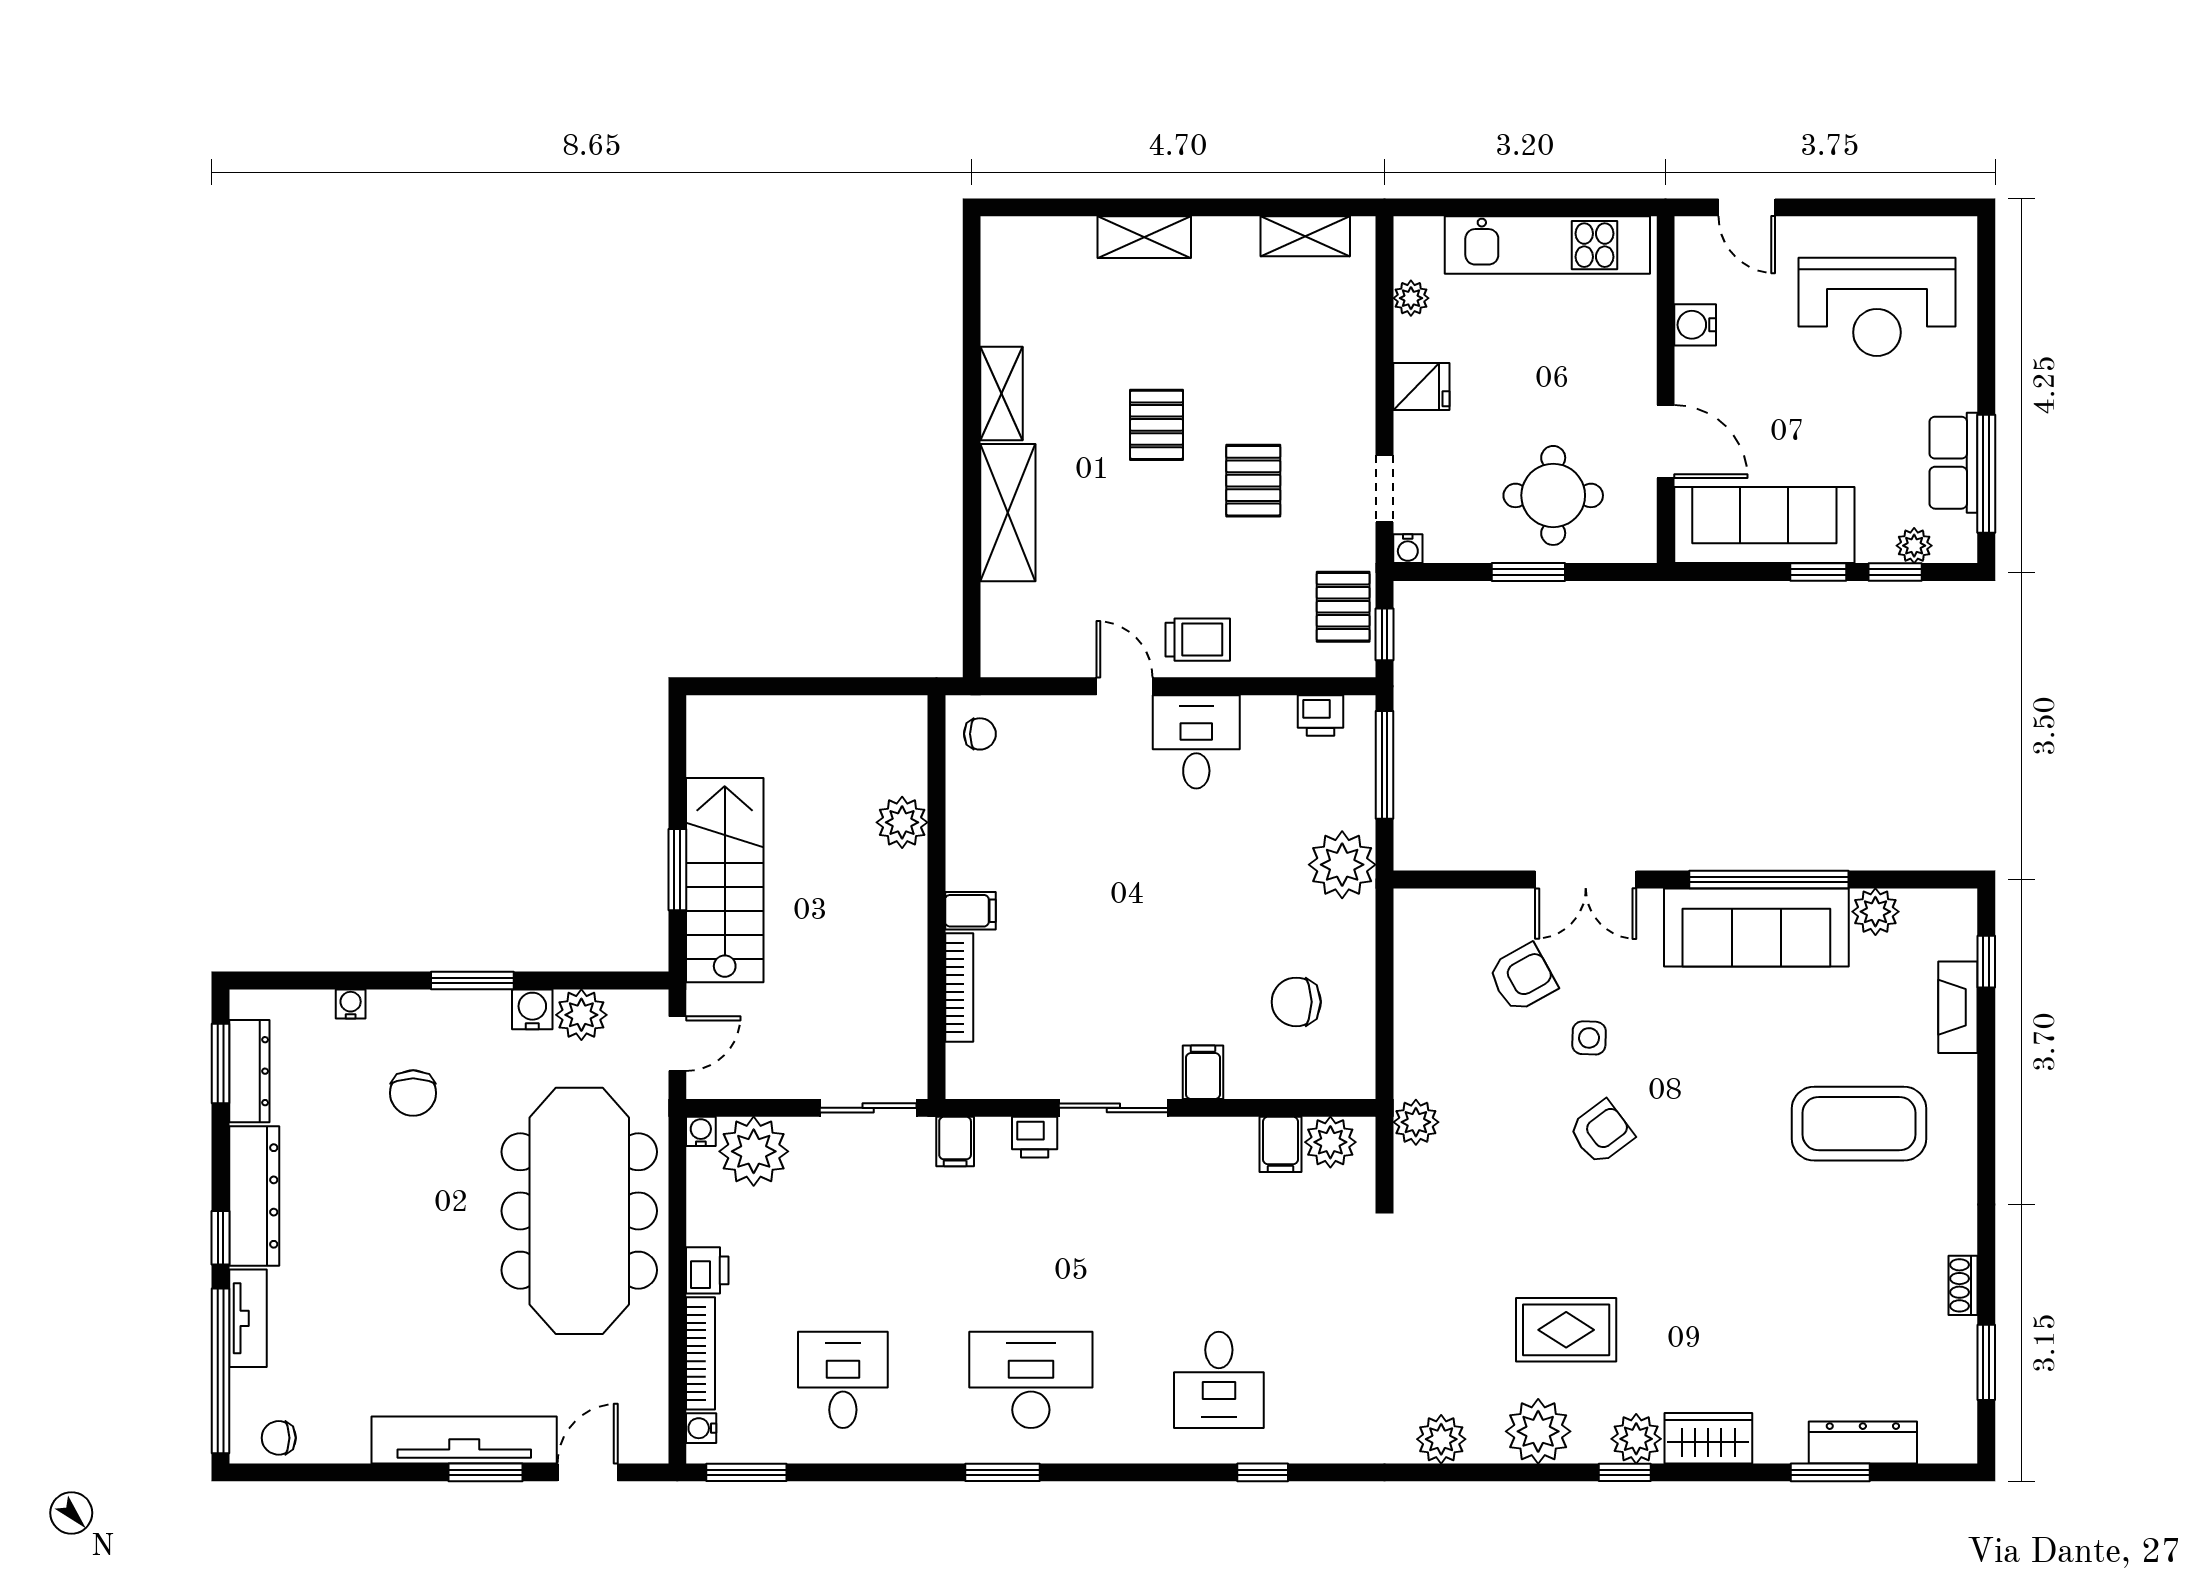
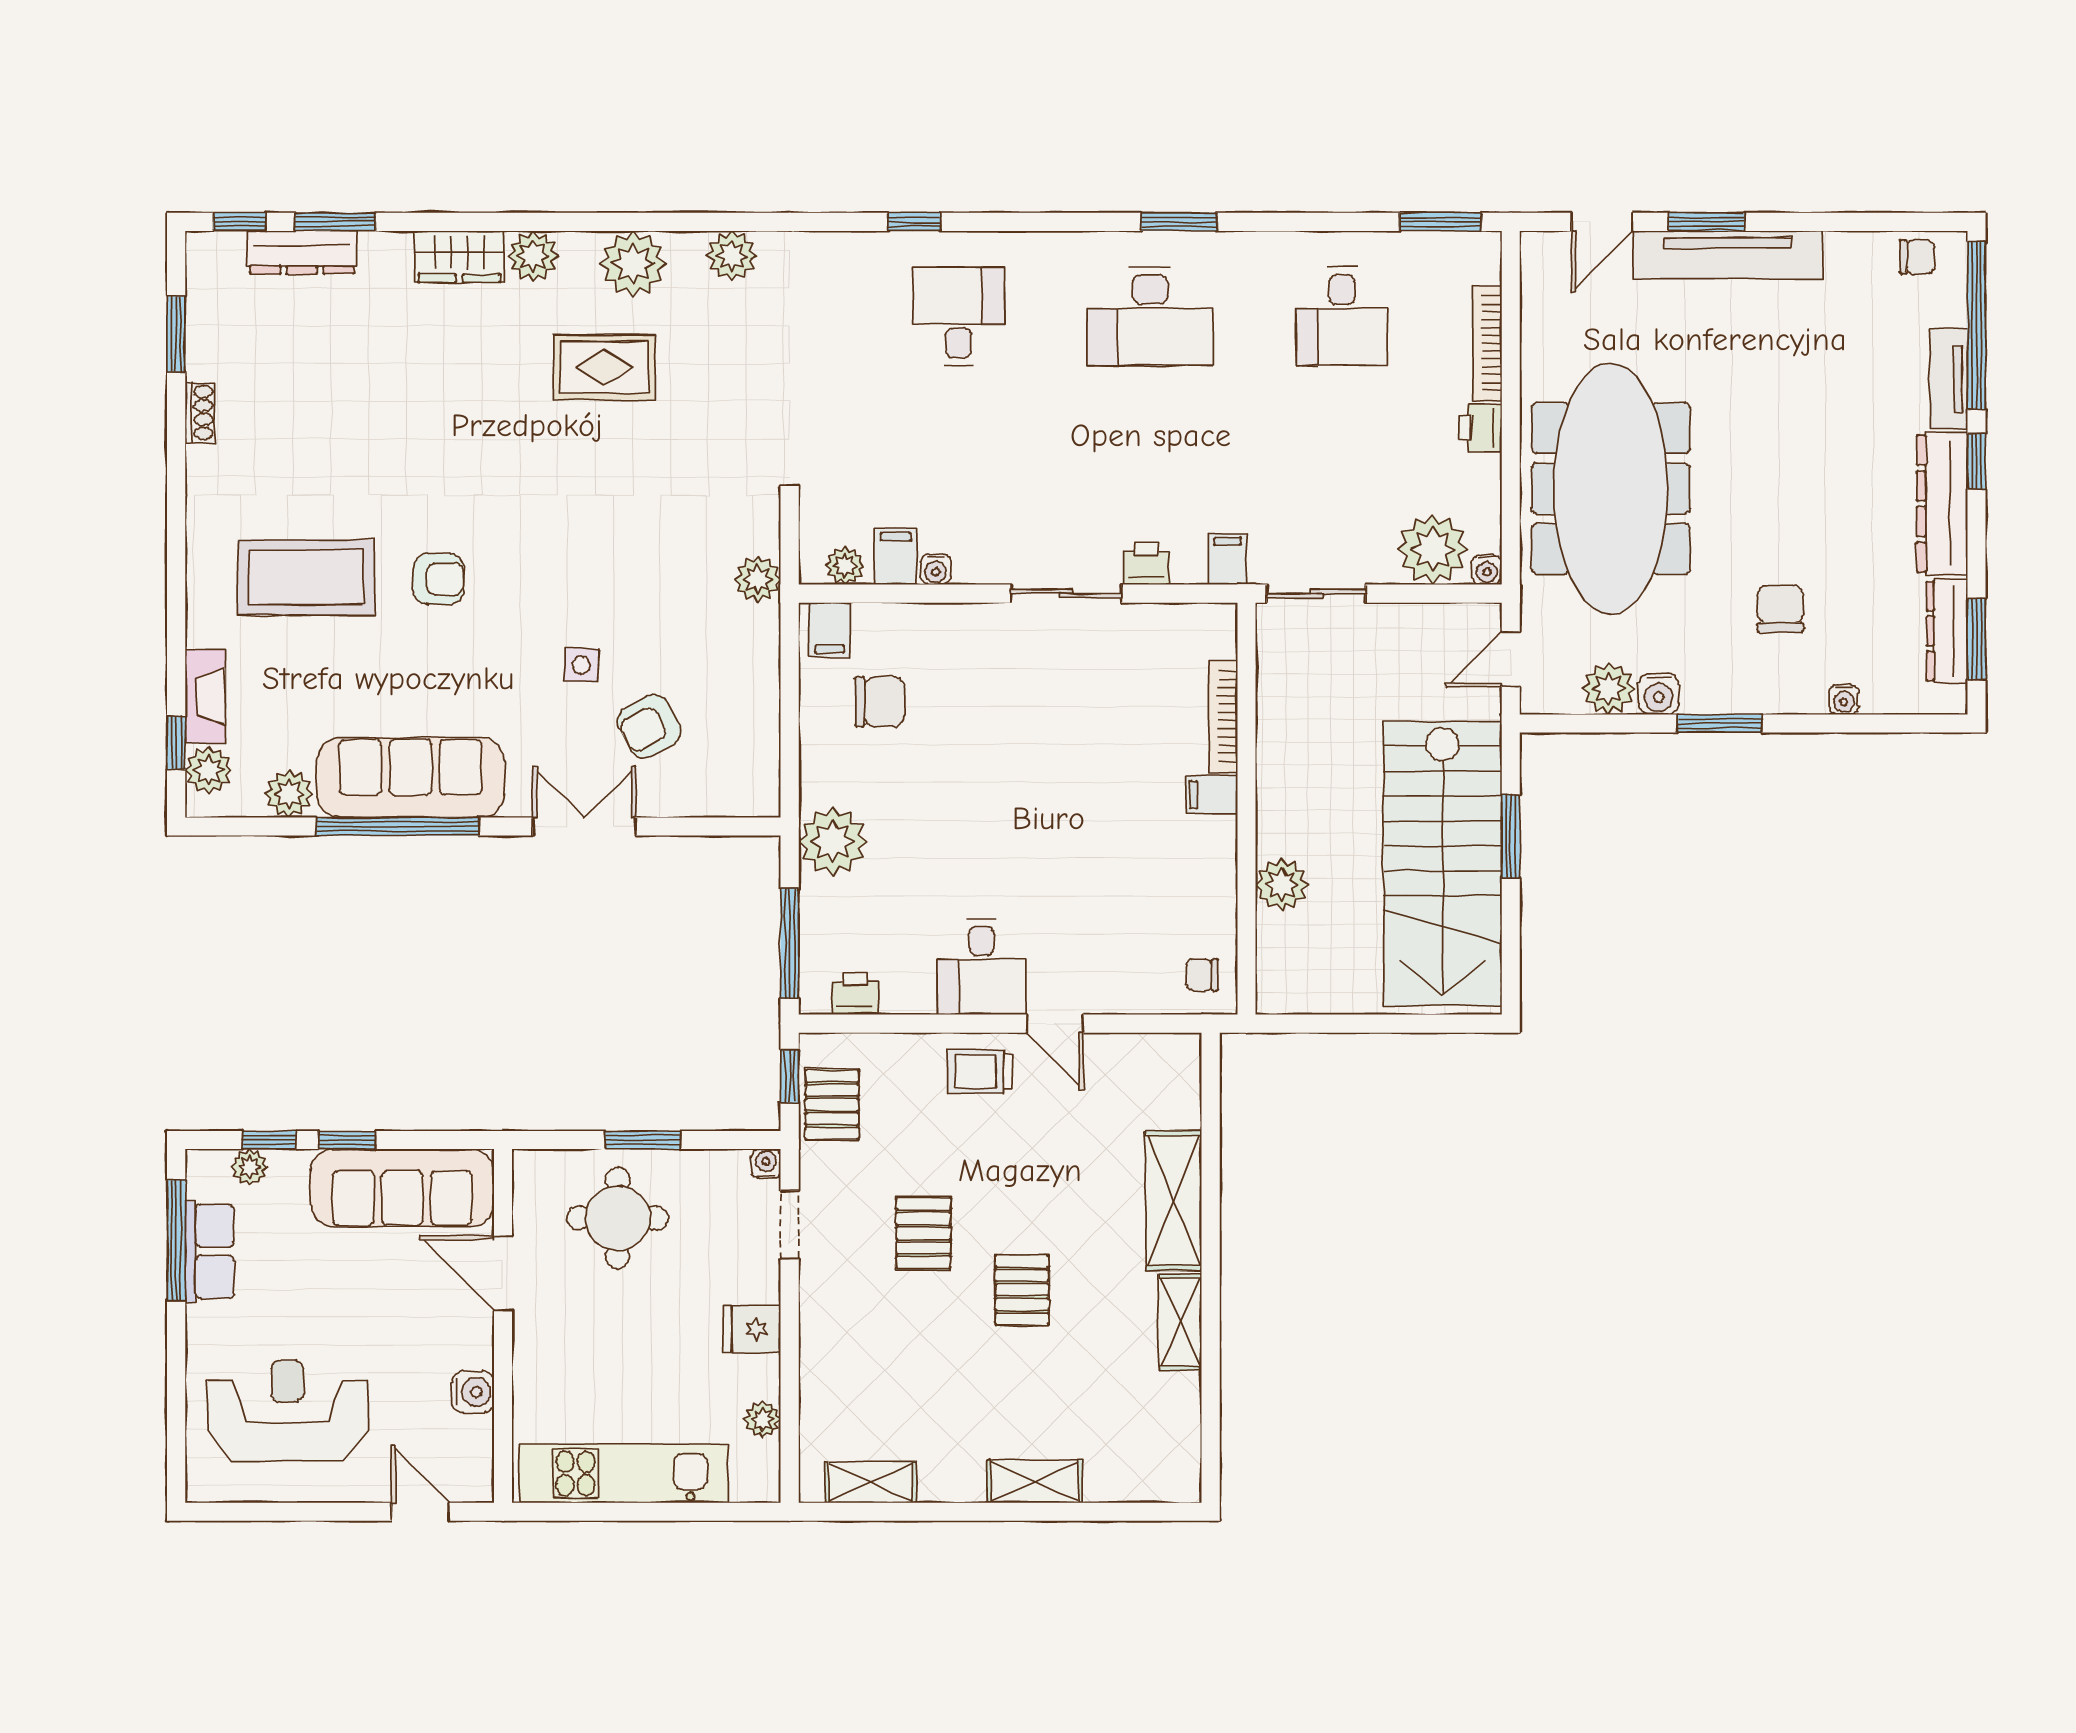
stairs: (725, 880) -> (1443, 864), width x1.36, depth x1.51
plant: (1954, 935) -> (209, 770), added
filing cabinet: (1203, 1072) -> (829, 630), moved
armchair: (1601, 1132) -> (439, 579), moved, turned -143
plant: (1330, 1142) -> (845, 566), width x0.73, depth x0.73
water cooler: (701, 1428) -> (936, 569), moved, turned 90
window: (1625, 1472) -> (240, 222), moved

